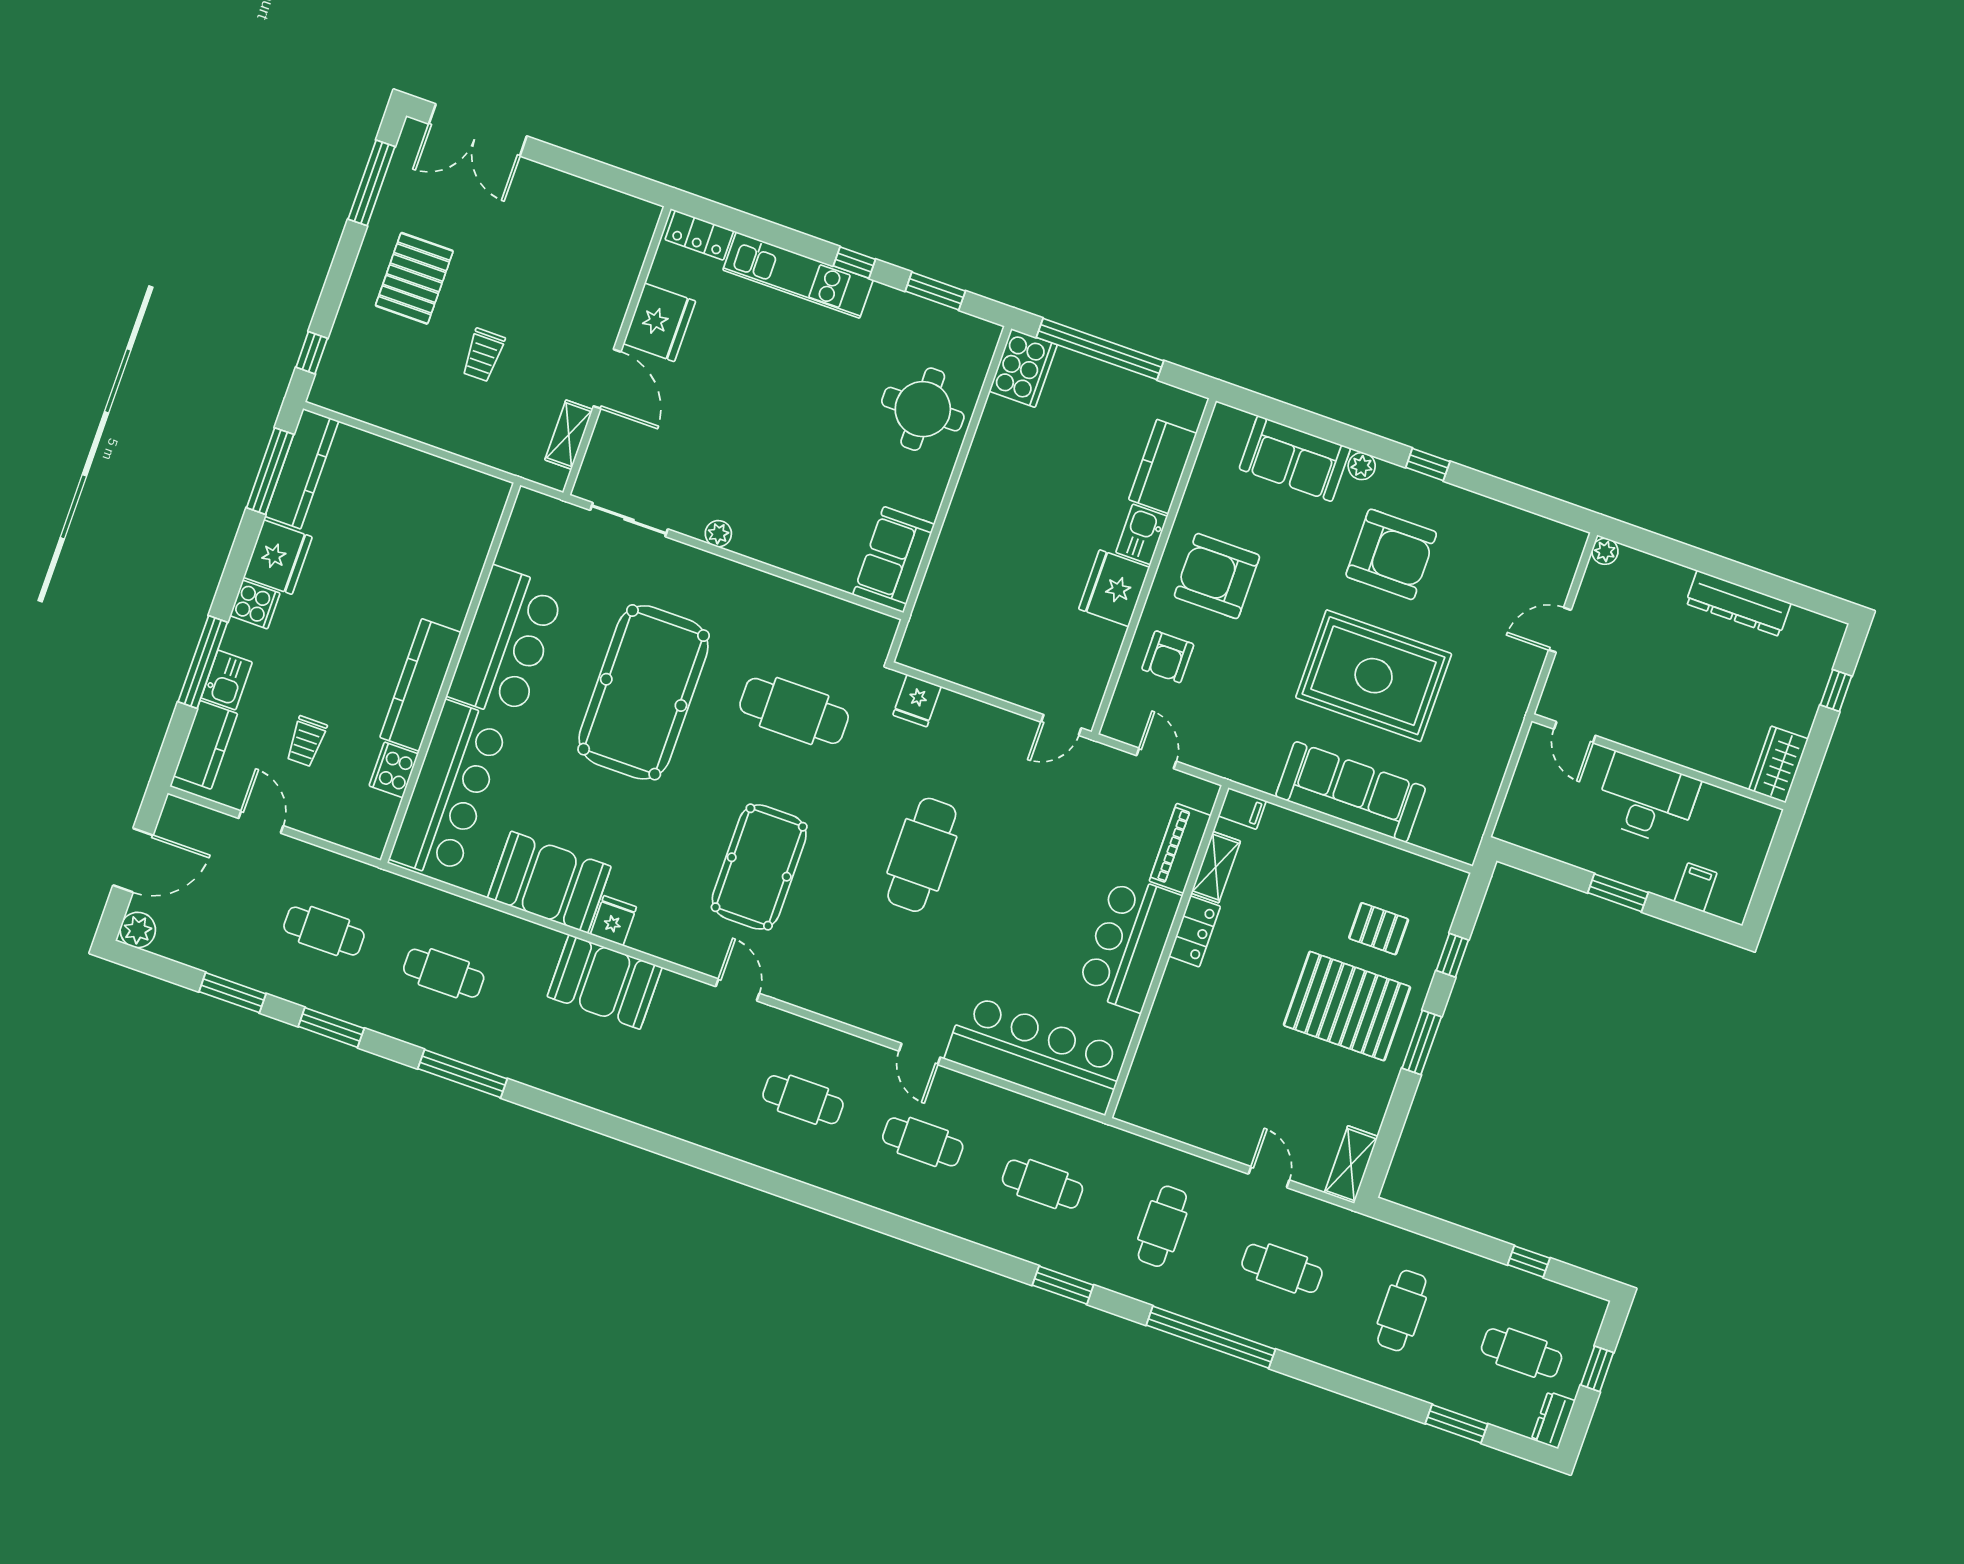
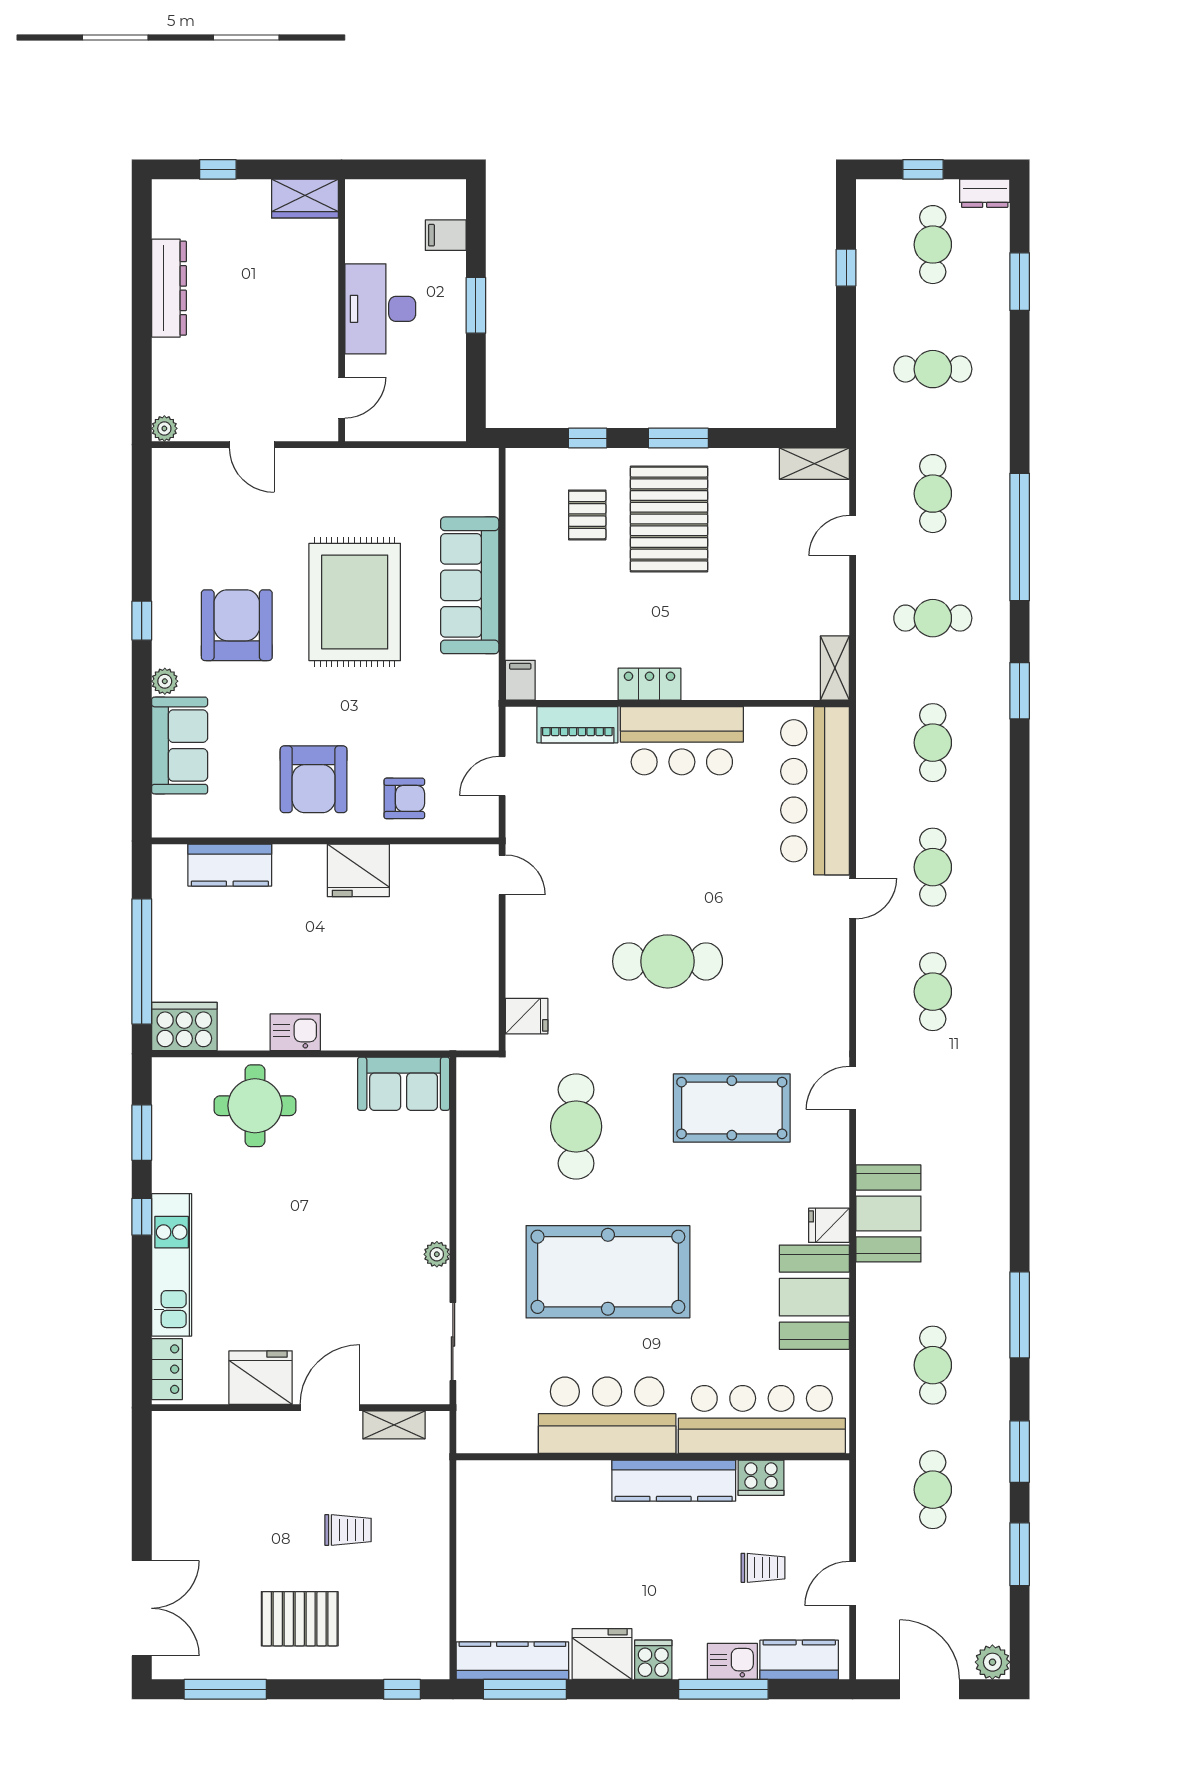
kitchen sink: (1142, 534) -> (295, 1032), moved, turned 180
shelving: (1216, 867) -> (835, 668), moved, turned 90

